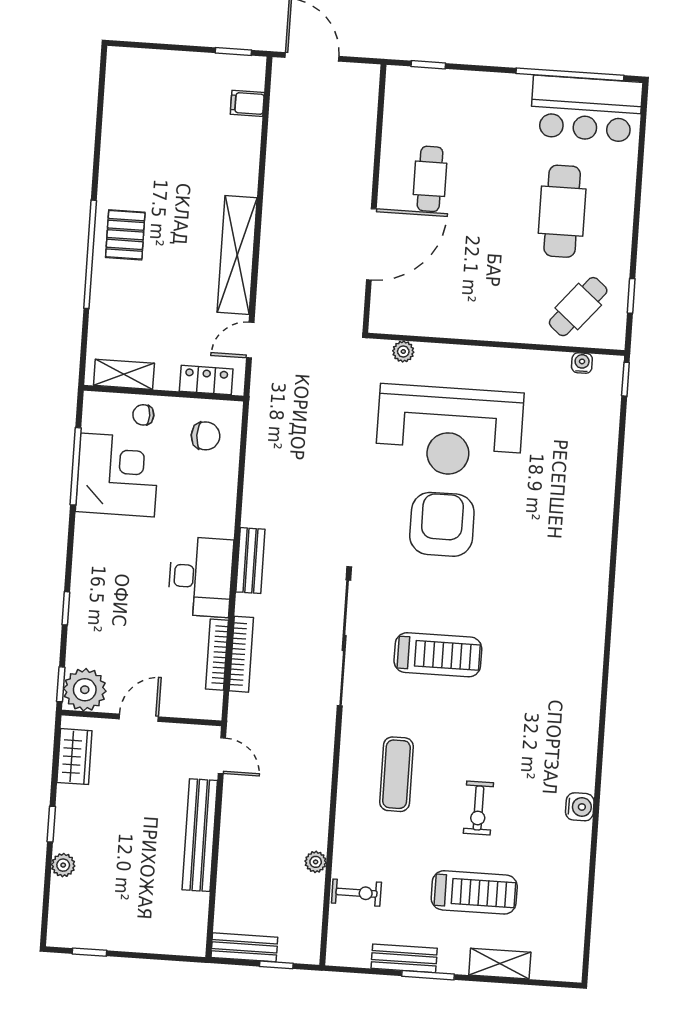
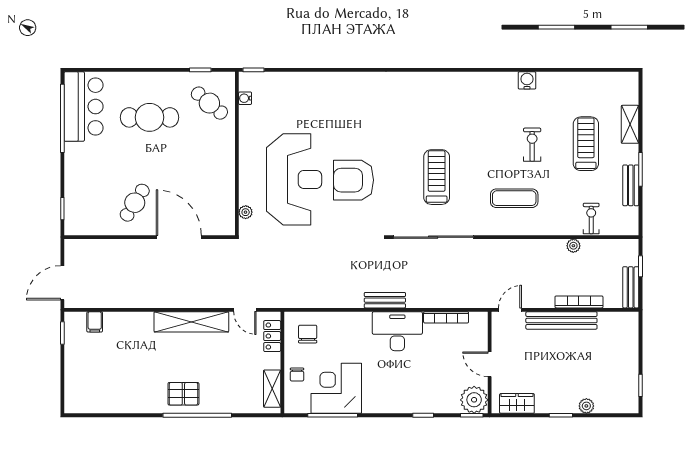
cafe table: (430, 179) -> (135, 203), turned -58
bookcase: (241, 654) -> (579, 302), moved
exercise bike: (478, 808) -> (532, 145), turned -90

